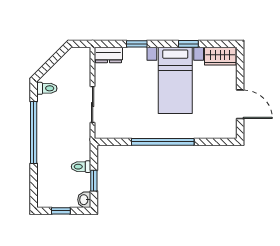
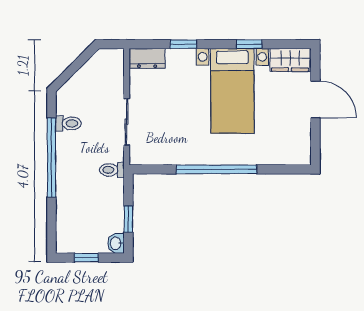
toilet: (47, 88) -> (68, 123), moved
door: (240, 104) -> (315, 99), moved
toilet: (81, 167) -> (112, 170), moved

